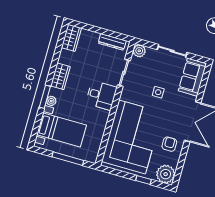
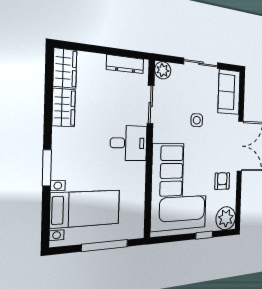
wardrobe: (60, 76) -> (64, 108), moved
plant: (51, 101) -> (59, 171), removed

